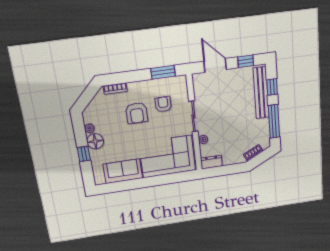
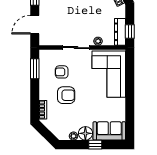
dresser: (211, 162) -> (120, 32), width x1.44
sofa: (123, 171) -> (109, 131), moved, turned 90
window: (217, 171) -> (130, 32), added

